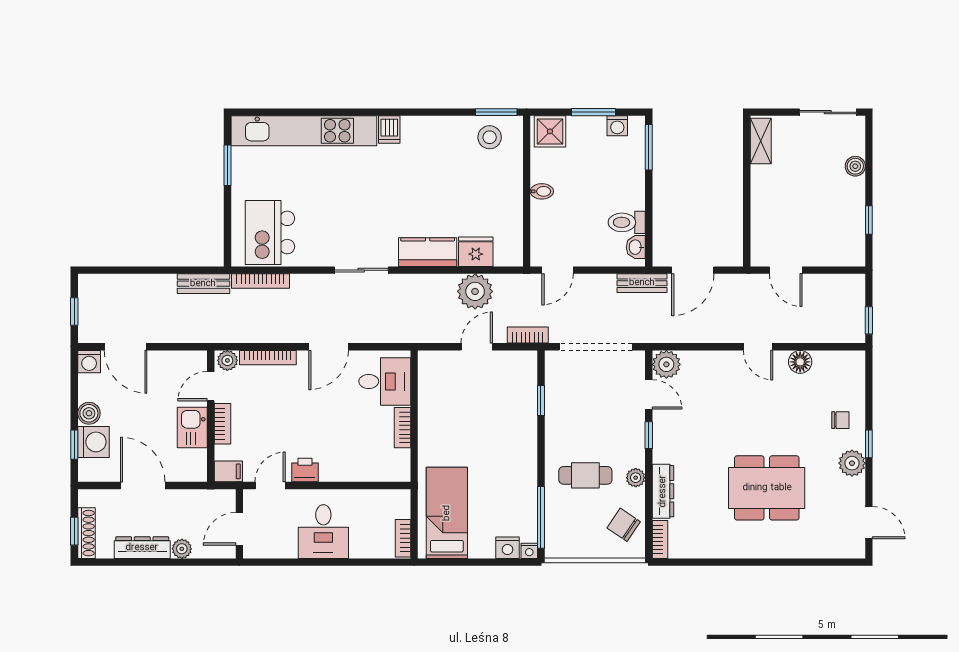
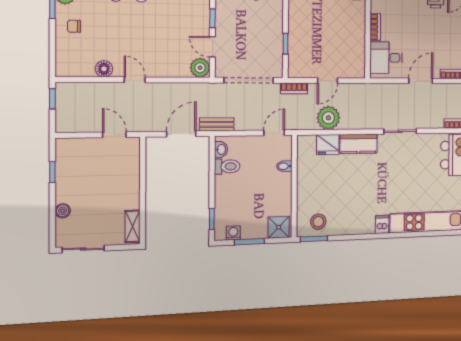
window: (649, 147) -> (212, 219), width x0.67
bidet: (542, 191) -> (284, 166), moved

